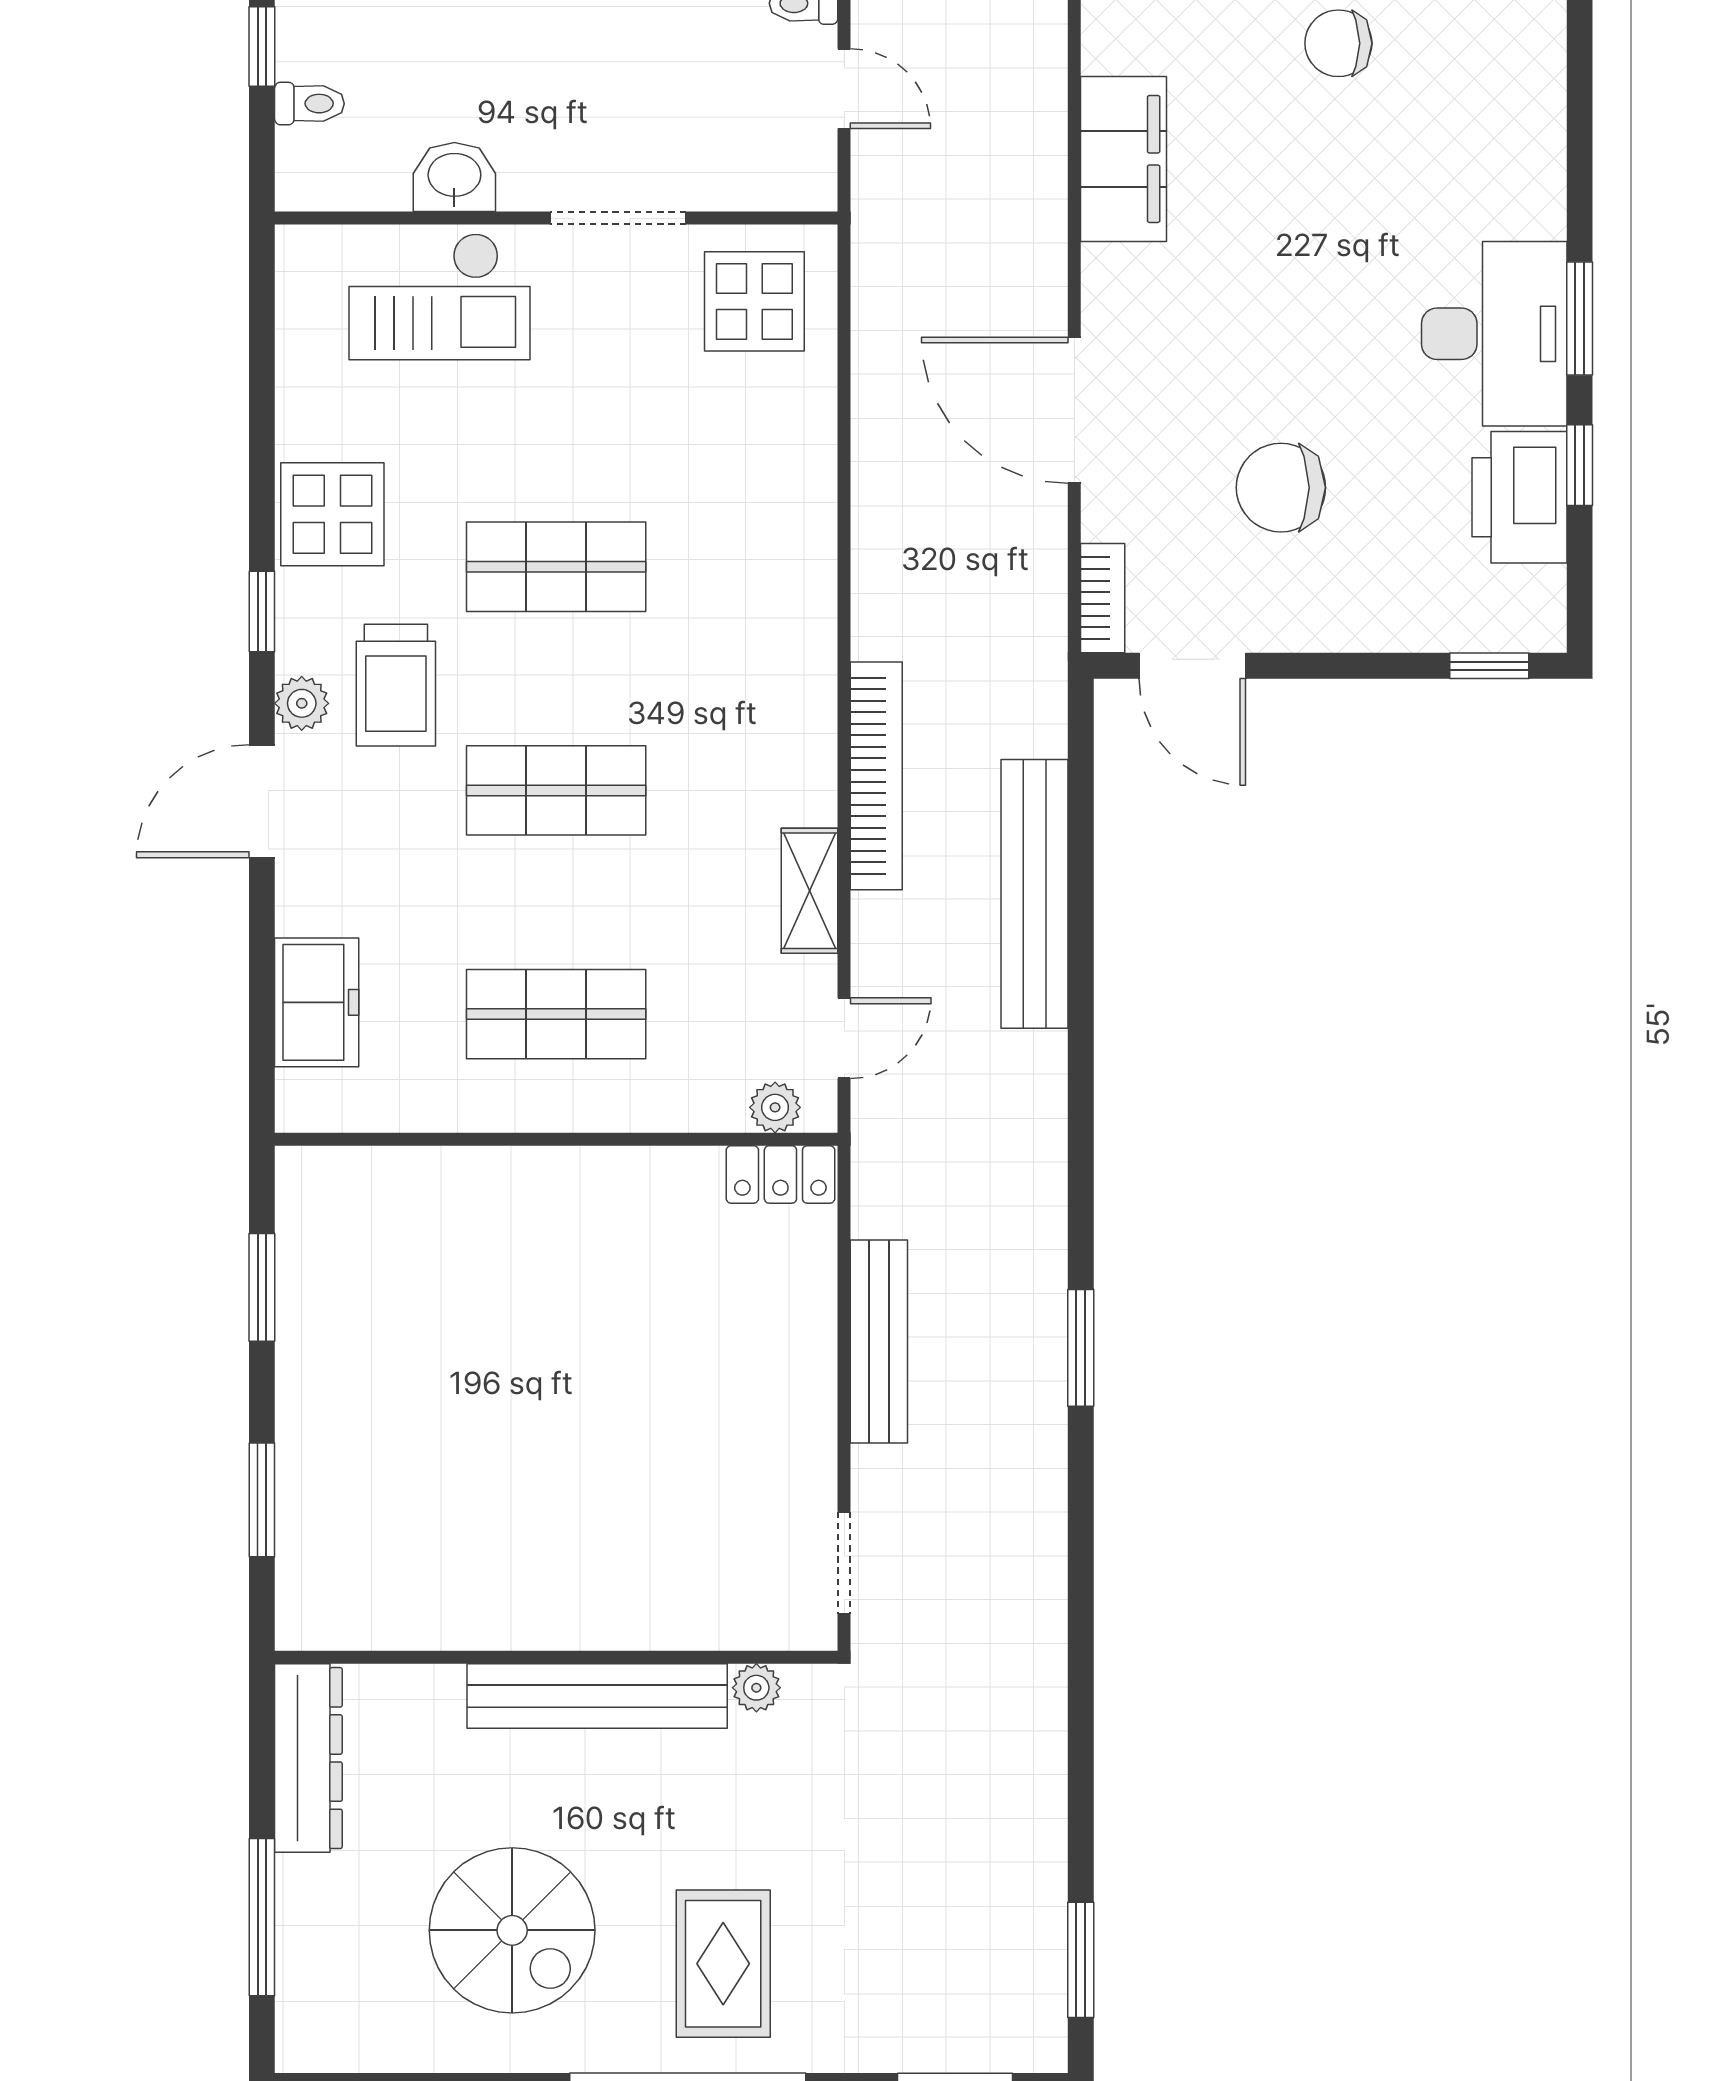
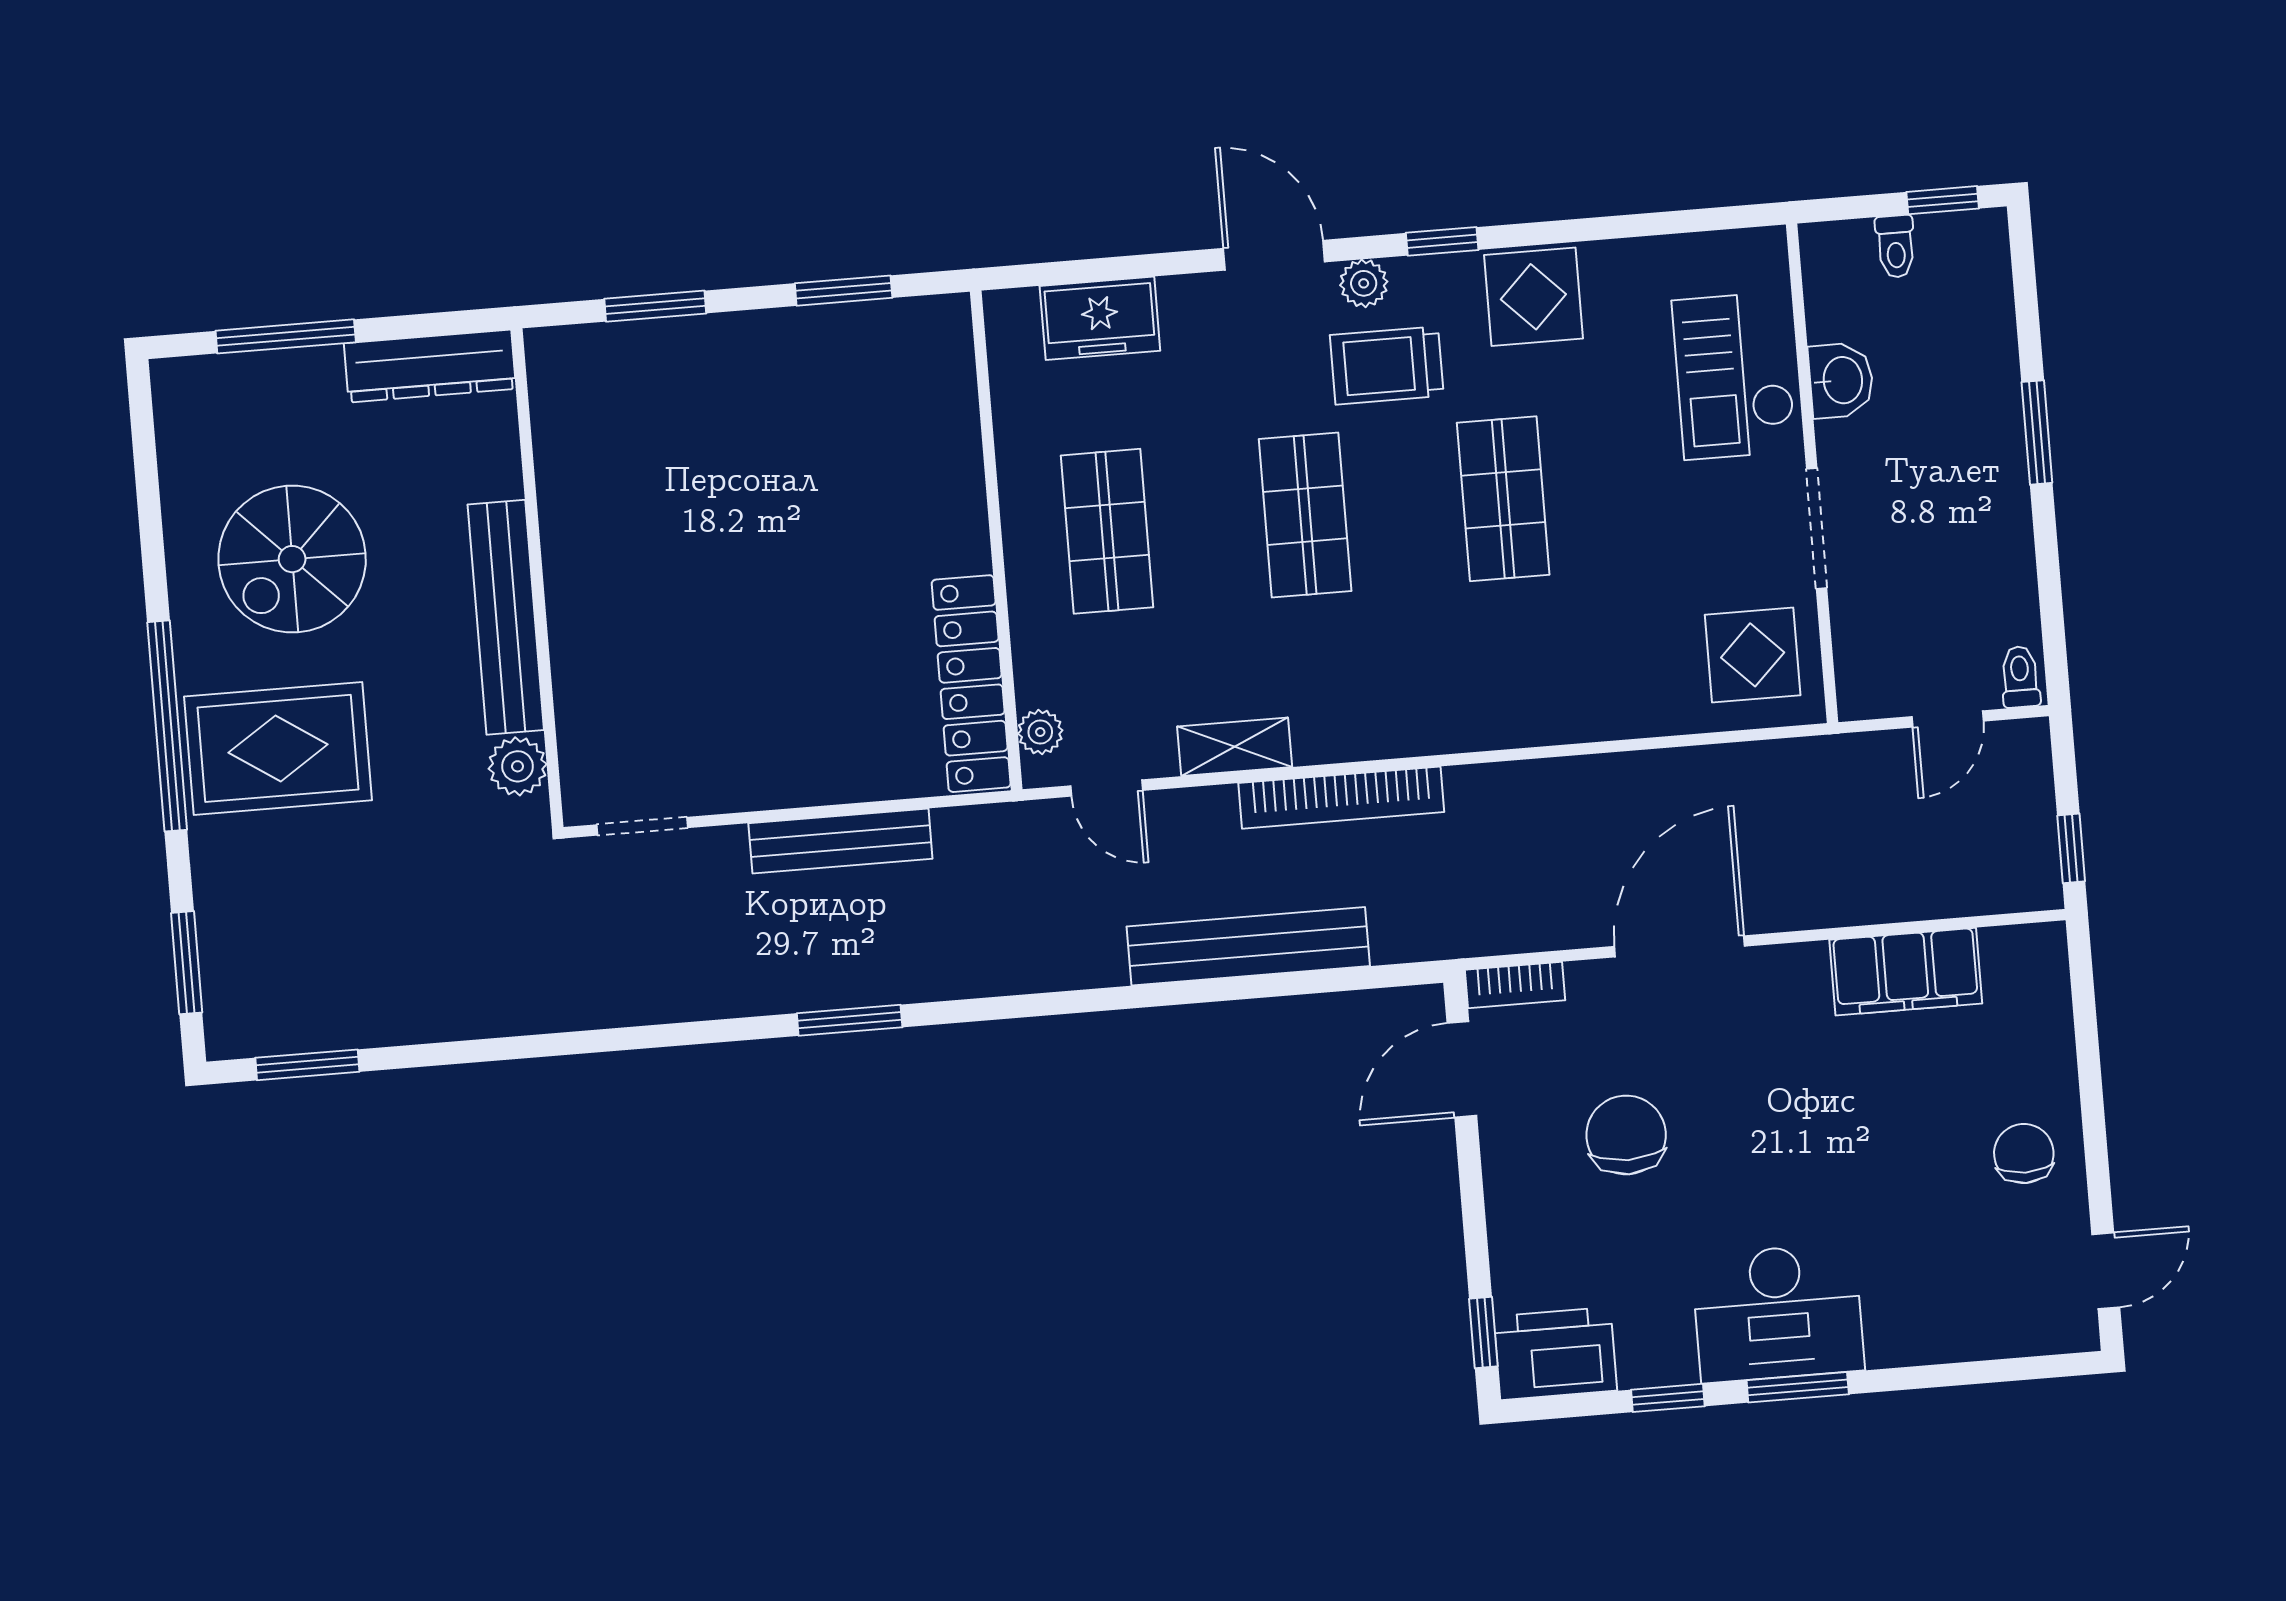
printer: (1520, 497) -> (1555, 1354), moved
locker: (780, 1174) -> (971, 684), width x2.16, depth x1.21
plant: (756, 1688) -> (518, 766), width x1.38, depth x1.38
rug: (723, 1964) -> (278, 748), width x1.36, depth x1.43

